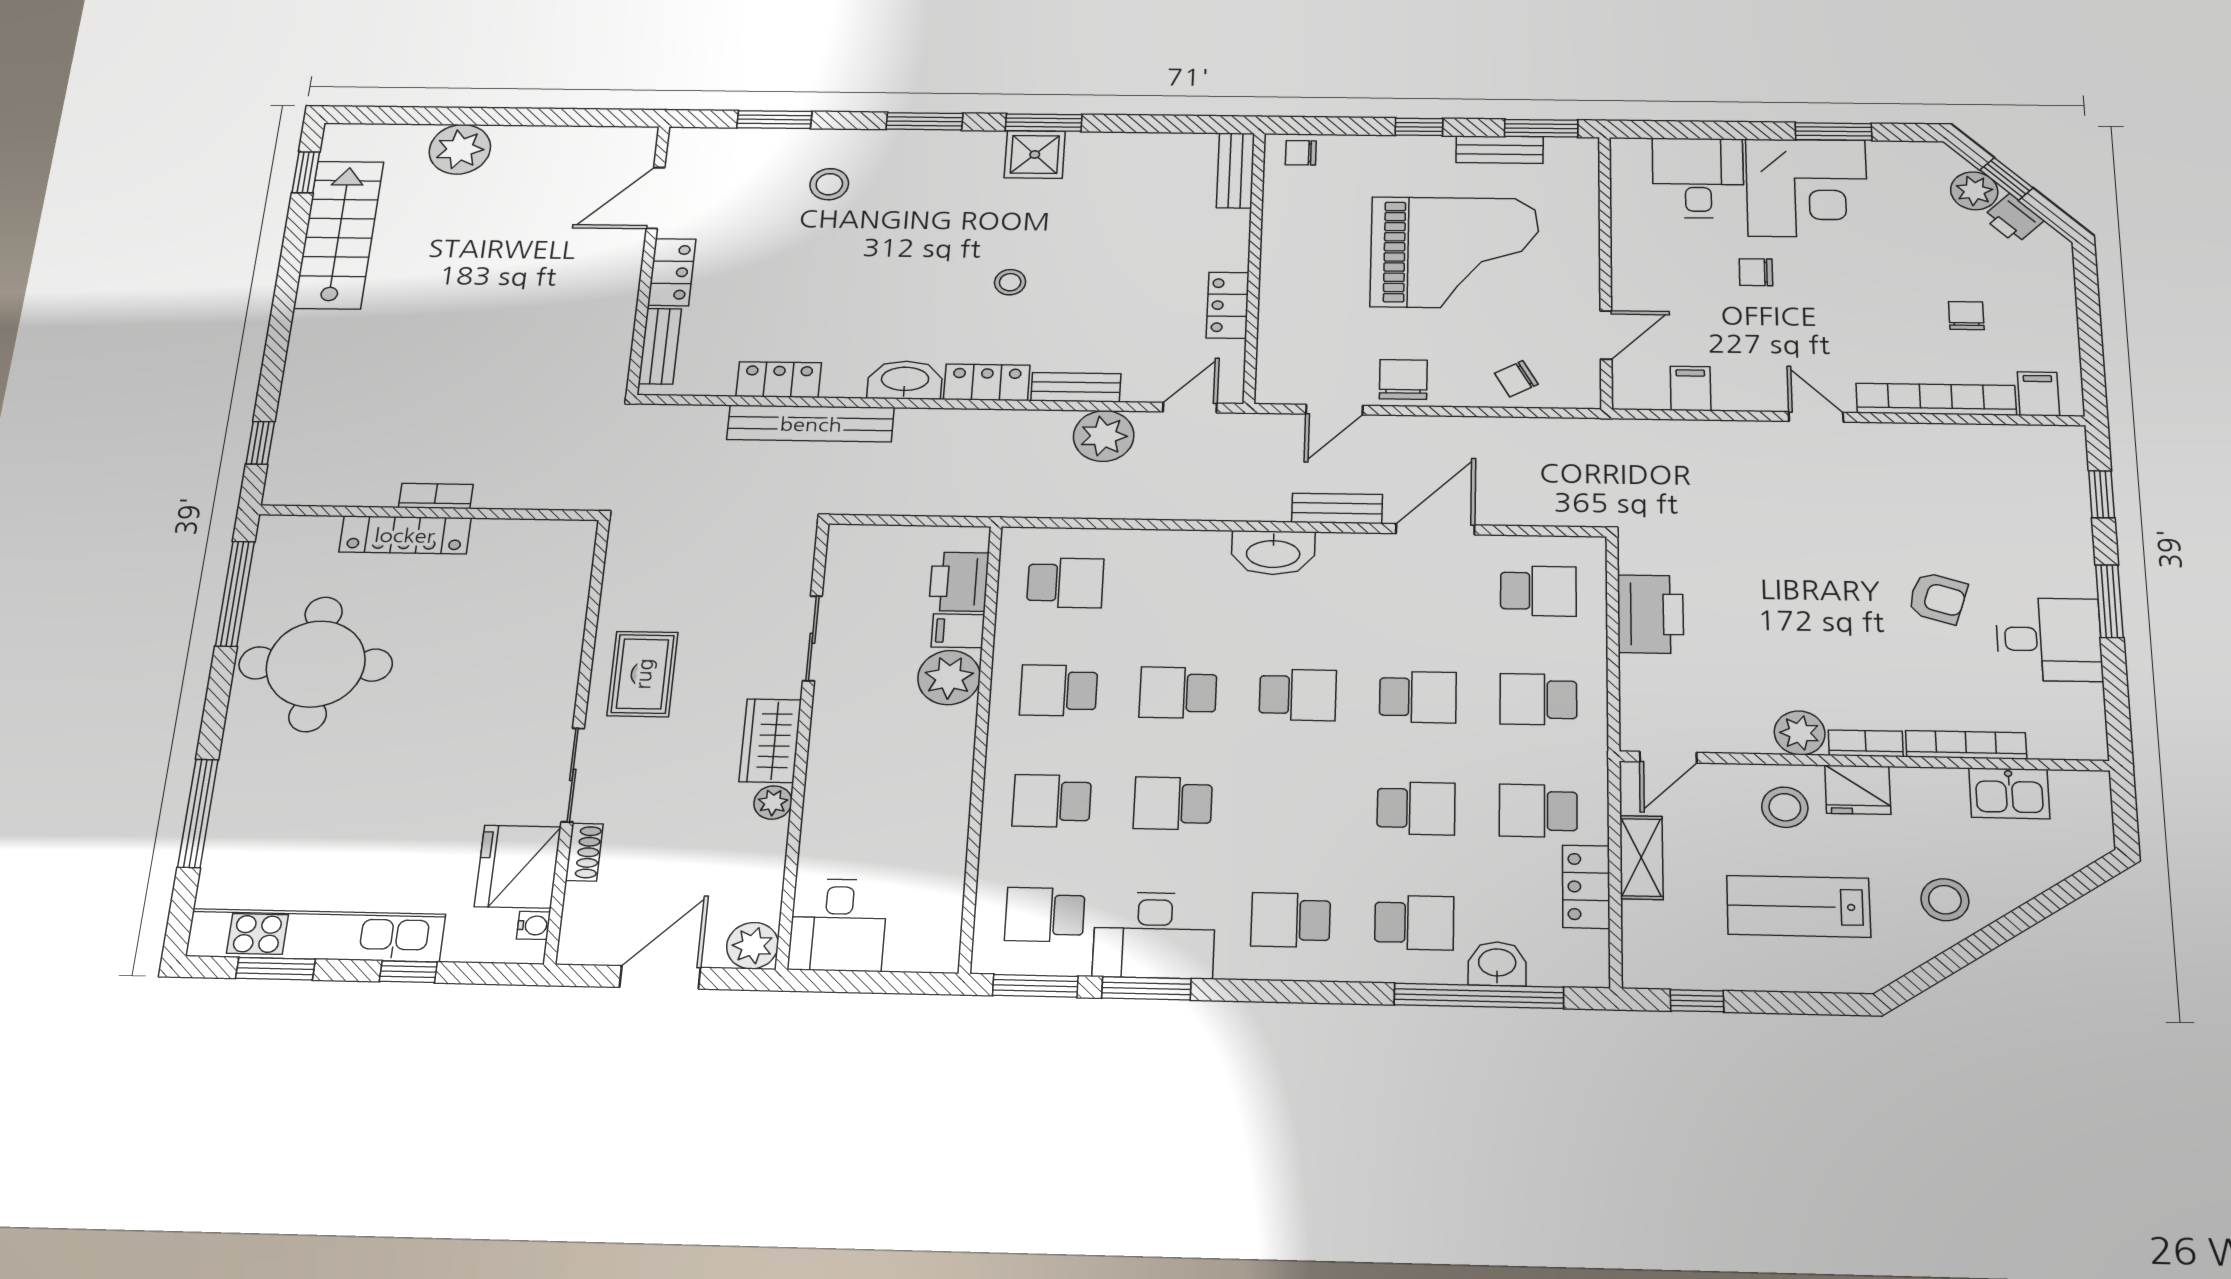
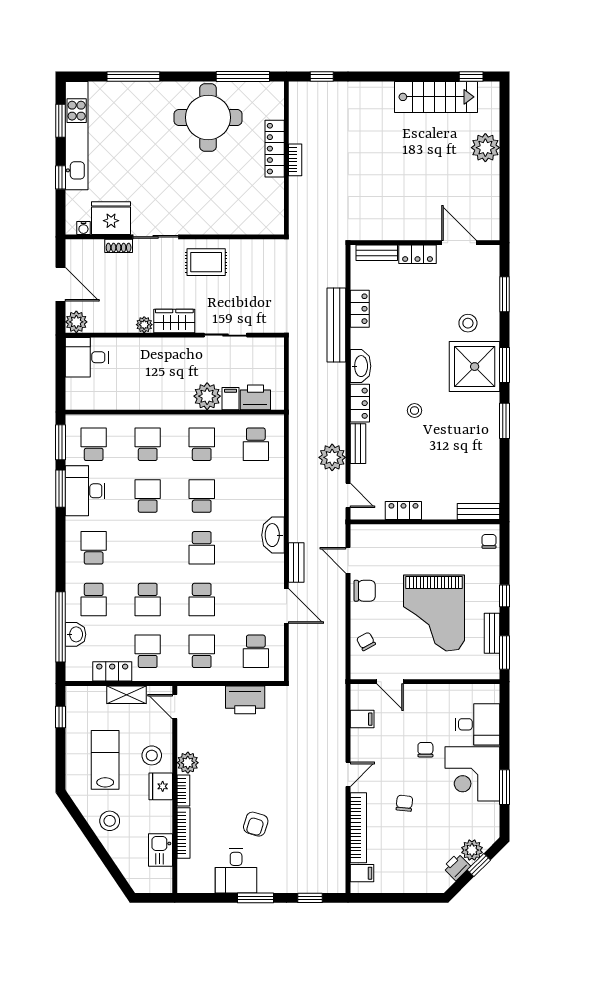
shower: (1035, 154) -> (475, 367), moved, width x1.86, depth x1.86
chair: (1966, 316) -> (404, 803), moved, turned -84

